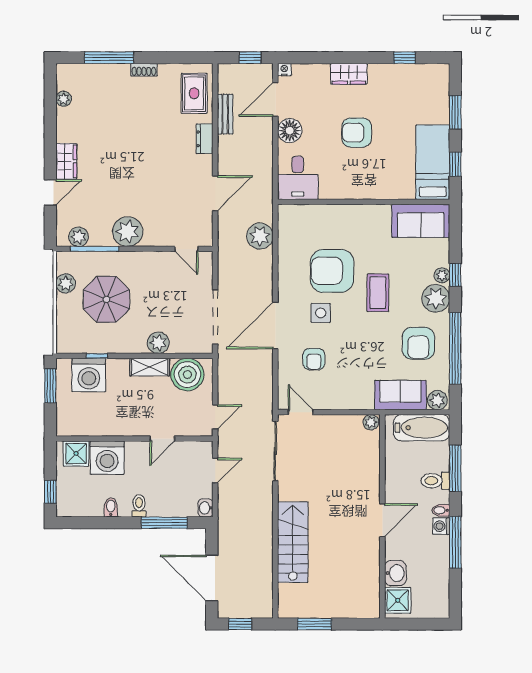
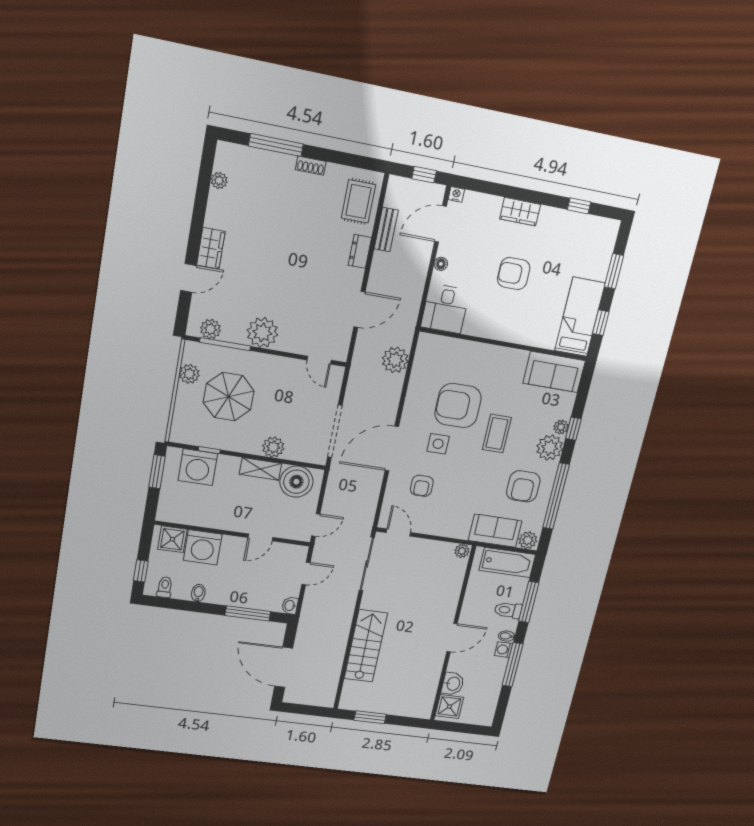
floor lamp: (290, 131) -> (441, 264), width x0.53, depth x0.53
toilet: (139, 506) -> (165, 587), moved
window: (240, 624) -> (302, 709), removed

